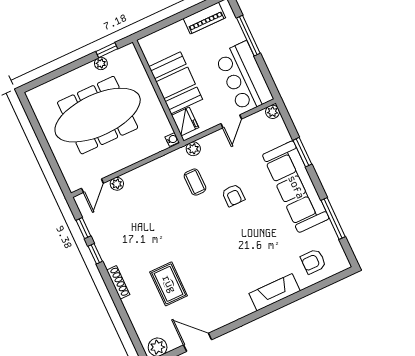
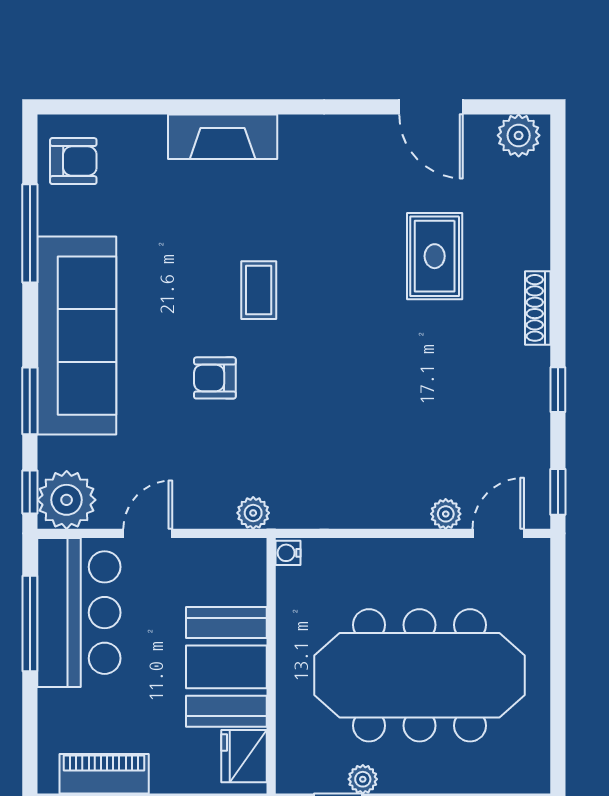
window: (248, 36) -> (30, 623), moved
plant: (273, 112) -> (67, 500), width x1.88, depth x1.88
window: (286, 116) -> (30, 492), added
fridge: (185, 122) -> (244, 756), moved
coffee table: (195, 182) -> (259, 290), moved
armchair: (233, 195) -> (215, 378), turned -90
window: (83, 228) -> (558, 492), moved
armchair: (313, 261) -> (73, 161), moved

